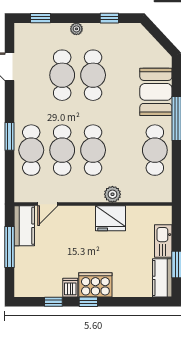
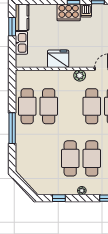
booth: (156, 92) -> (26, 147), removed
cafe table: (93, 150) -> (49, 106), moved
plant: (112, 194) -> (80, 75), moved

